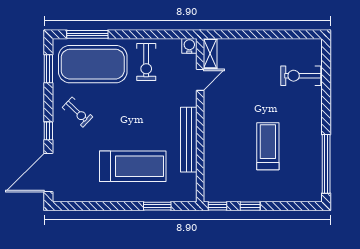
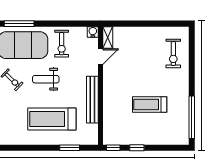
exercise bike: (301, 76) -> (173, 54), turned -90
weight bench: (124, 111) -> (46, 79), added
treadmill: (268, 146) -> (150, 105), turned -90
treadmill: (133, 166) -> (52, 119), turned 180

